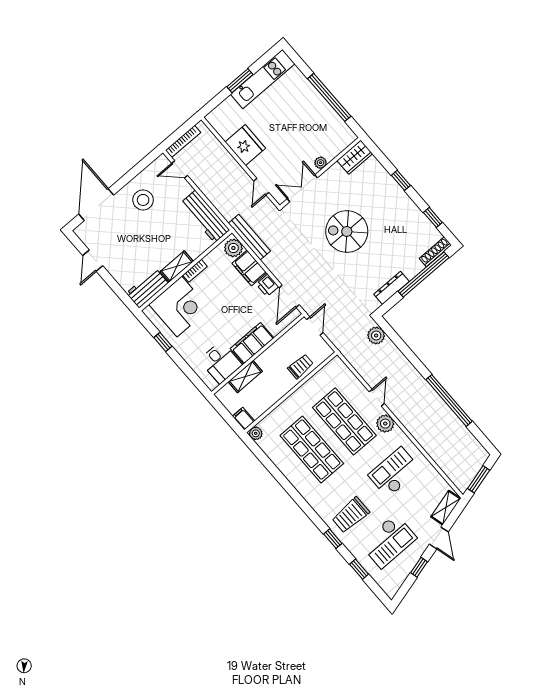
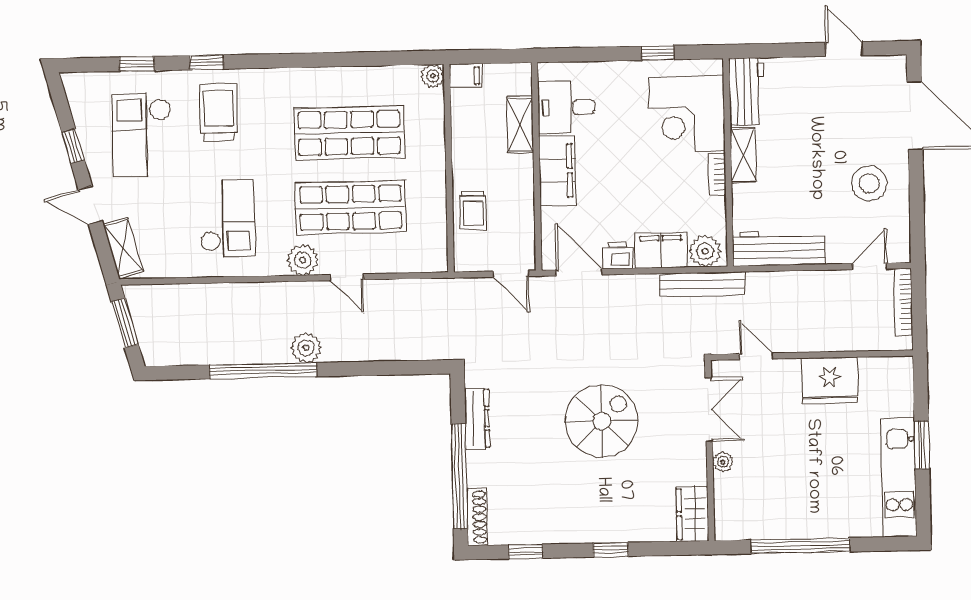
plant: (376, 335) -> (306, 348), moved

